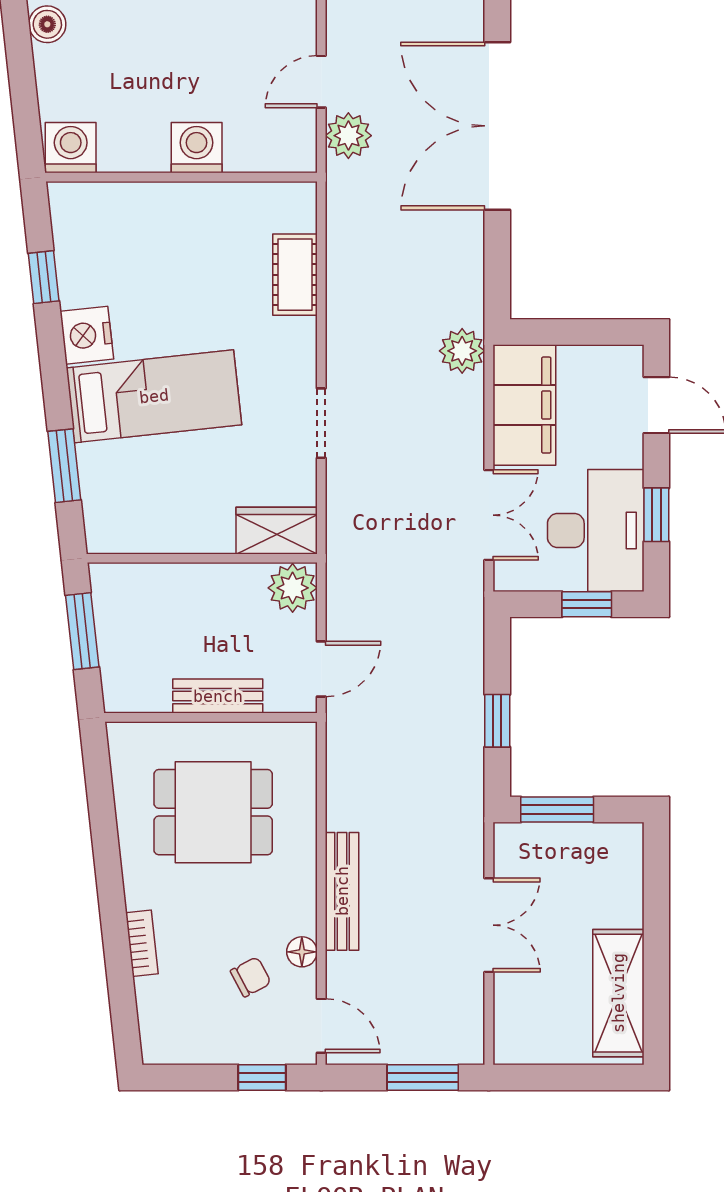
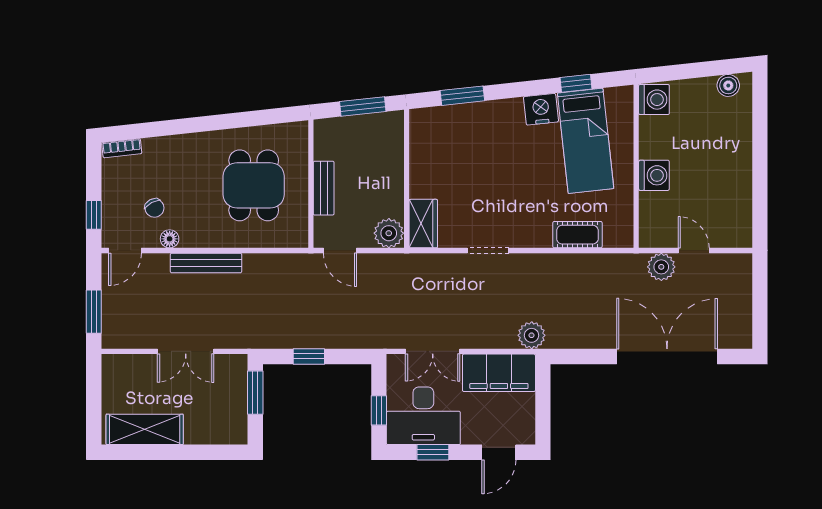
bed: (154, 396) -> (586, 141), moved
bookcase: (142, 943) -> (122, 148), moved

